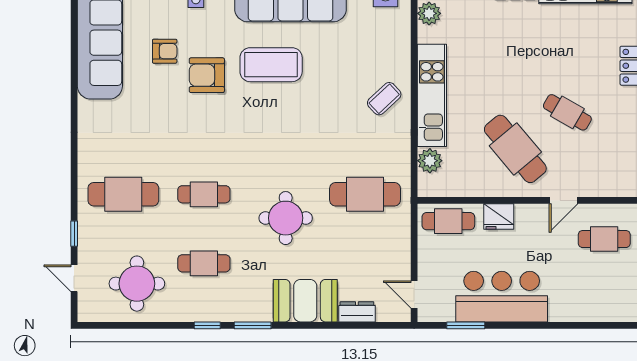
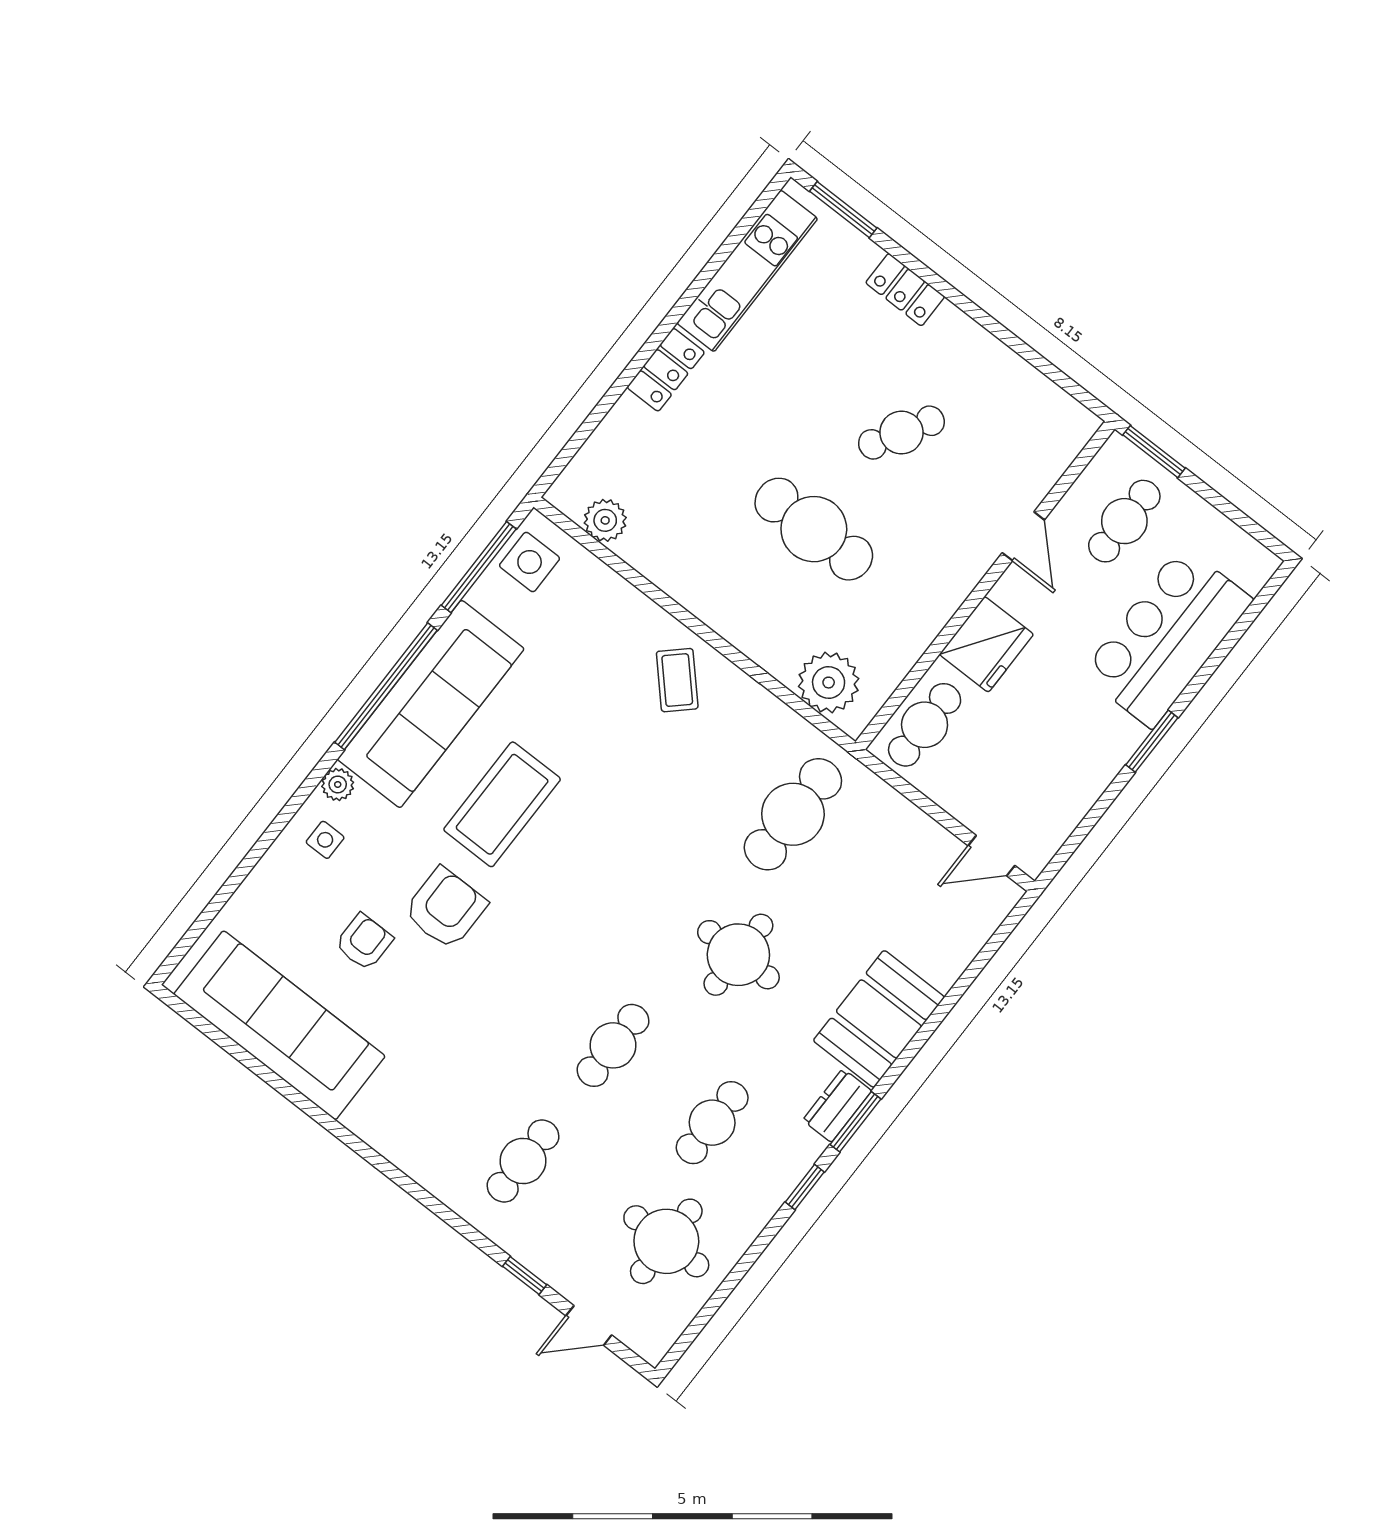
armchair: (207, 75) -> (445, 908), turned 180
kitchen unit: (432, 95) -> (726, 608), removed
cafe table: (515, 149) -> (814, 529), moved, turned 40
plant: (430, 161) -> (829, 683), width x1.36, depth x1.36
cafe table: (123, 194) -> (523, 1161), width x0.73, depth x0.74
fridge: (499, 216) -> (986, 644), width x1.36, depth x1.34
bar counter: (502, 297) -> (1167, 637), moved
dresser: (357, 312) -> (837, 1106), moved
window: (466, 325) -> (1152, 741), moved

